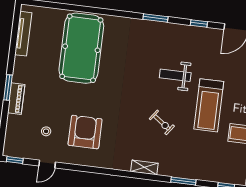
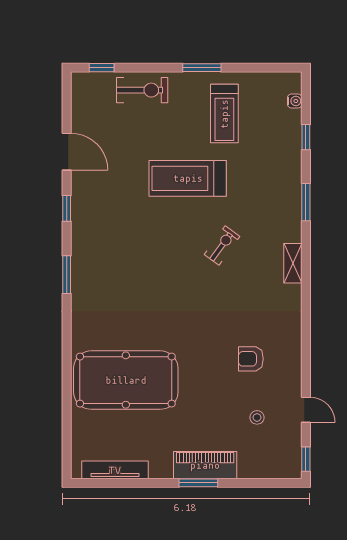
weight bench: (175, 75) -> (149, 234), removed
piano: (16, 99) -> (205, 465), width x1.37, depth x1.33
treadmill: (209, 105) -> (188, 178), turned 180
armchair: (85, 132) -> (251, 359), width x0.53, depth x0.53

